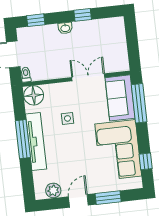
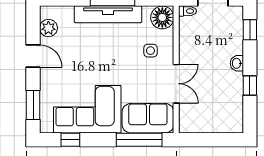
side table: (67, 118) -> (150, 51), moved
window: (108, 198) -> (33, 105), moved

